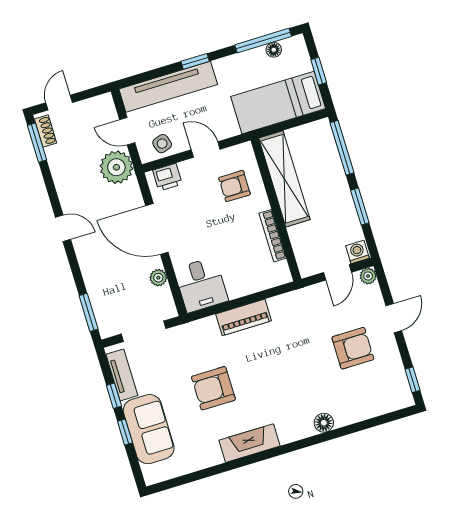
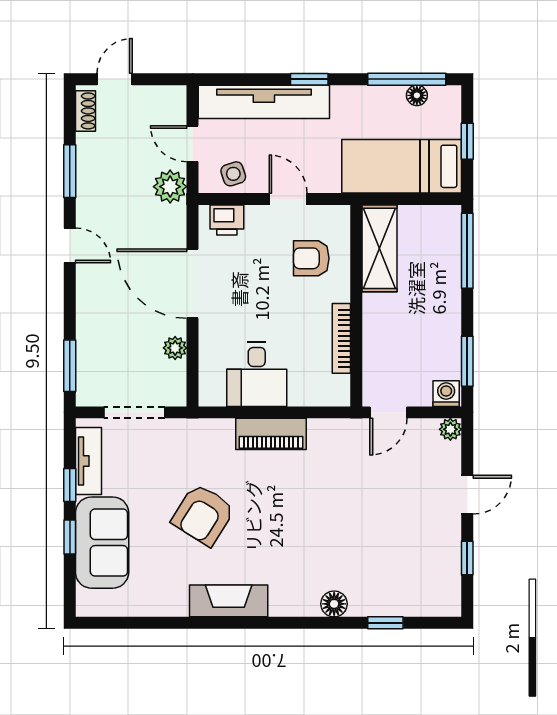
window: (37, 143) -> (70, 171), moved
plant: (116, 167) -> (170, 187), width x0.73, depth x0.73
shelving: (284, 179) -> (379, 248), width x0.68
window: (360, 207) -> (467, 361), moved
door: (338, 272) -> (388, 412), moved
desk: (201, 285) -> (257, 374), moved
armchair: (353, 348) -> (402, 518), removed
window: (413, 380) -> (467, 558), moved
armchair: (213, 388) -> (203, 515), turned -58
window: (364, 425) -> (385, 623), added

